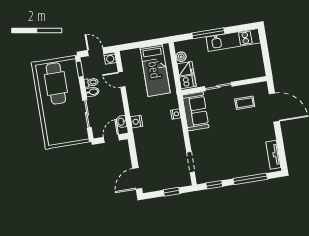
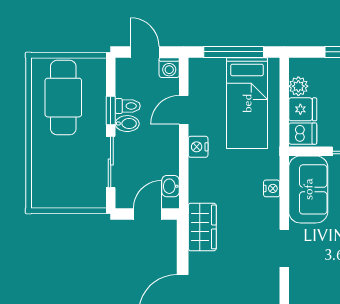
window: (143, 44) -> (234, 52), added
window: (80, 69) -> (111, 110), moved
door: (122, 79) -> (184, 110), hinge flipped
nightstand: (136, 122) -> (198, 147), moved
wardrobe: (142, 141) -> (202, 227), added
doorway: (191, 162) -> (284, 248), moved

